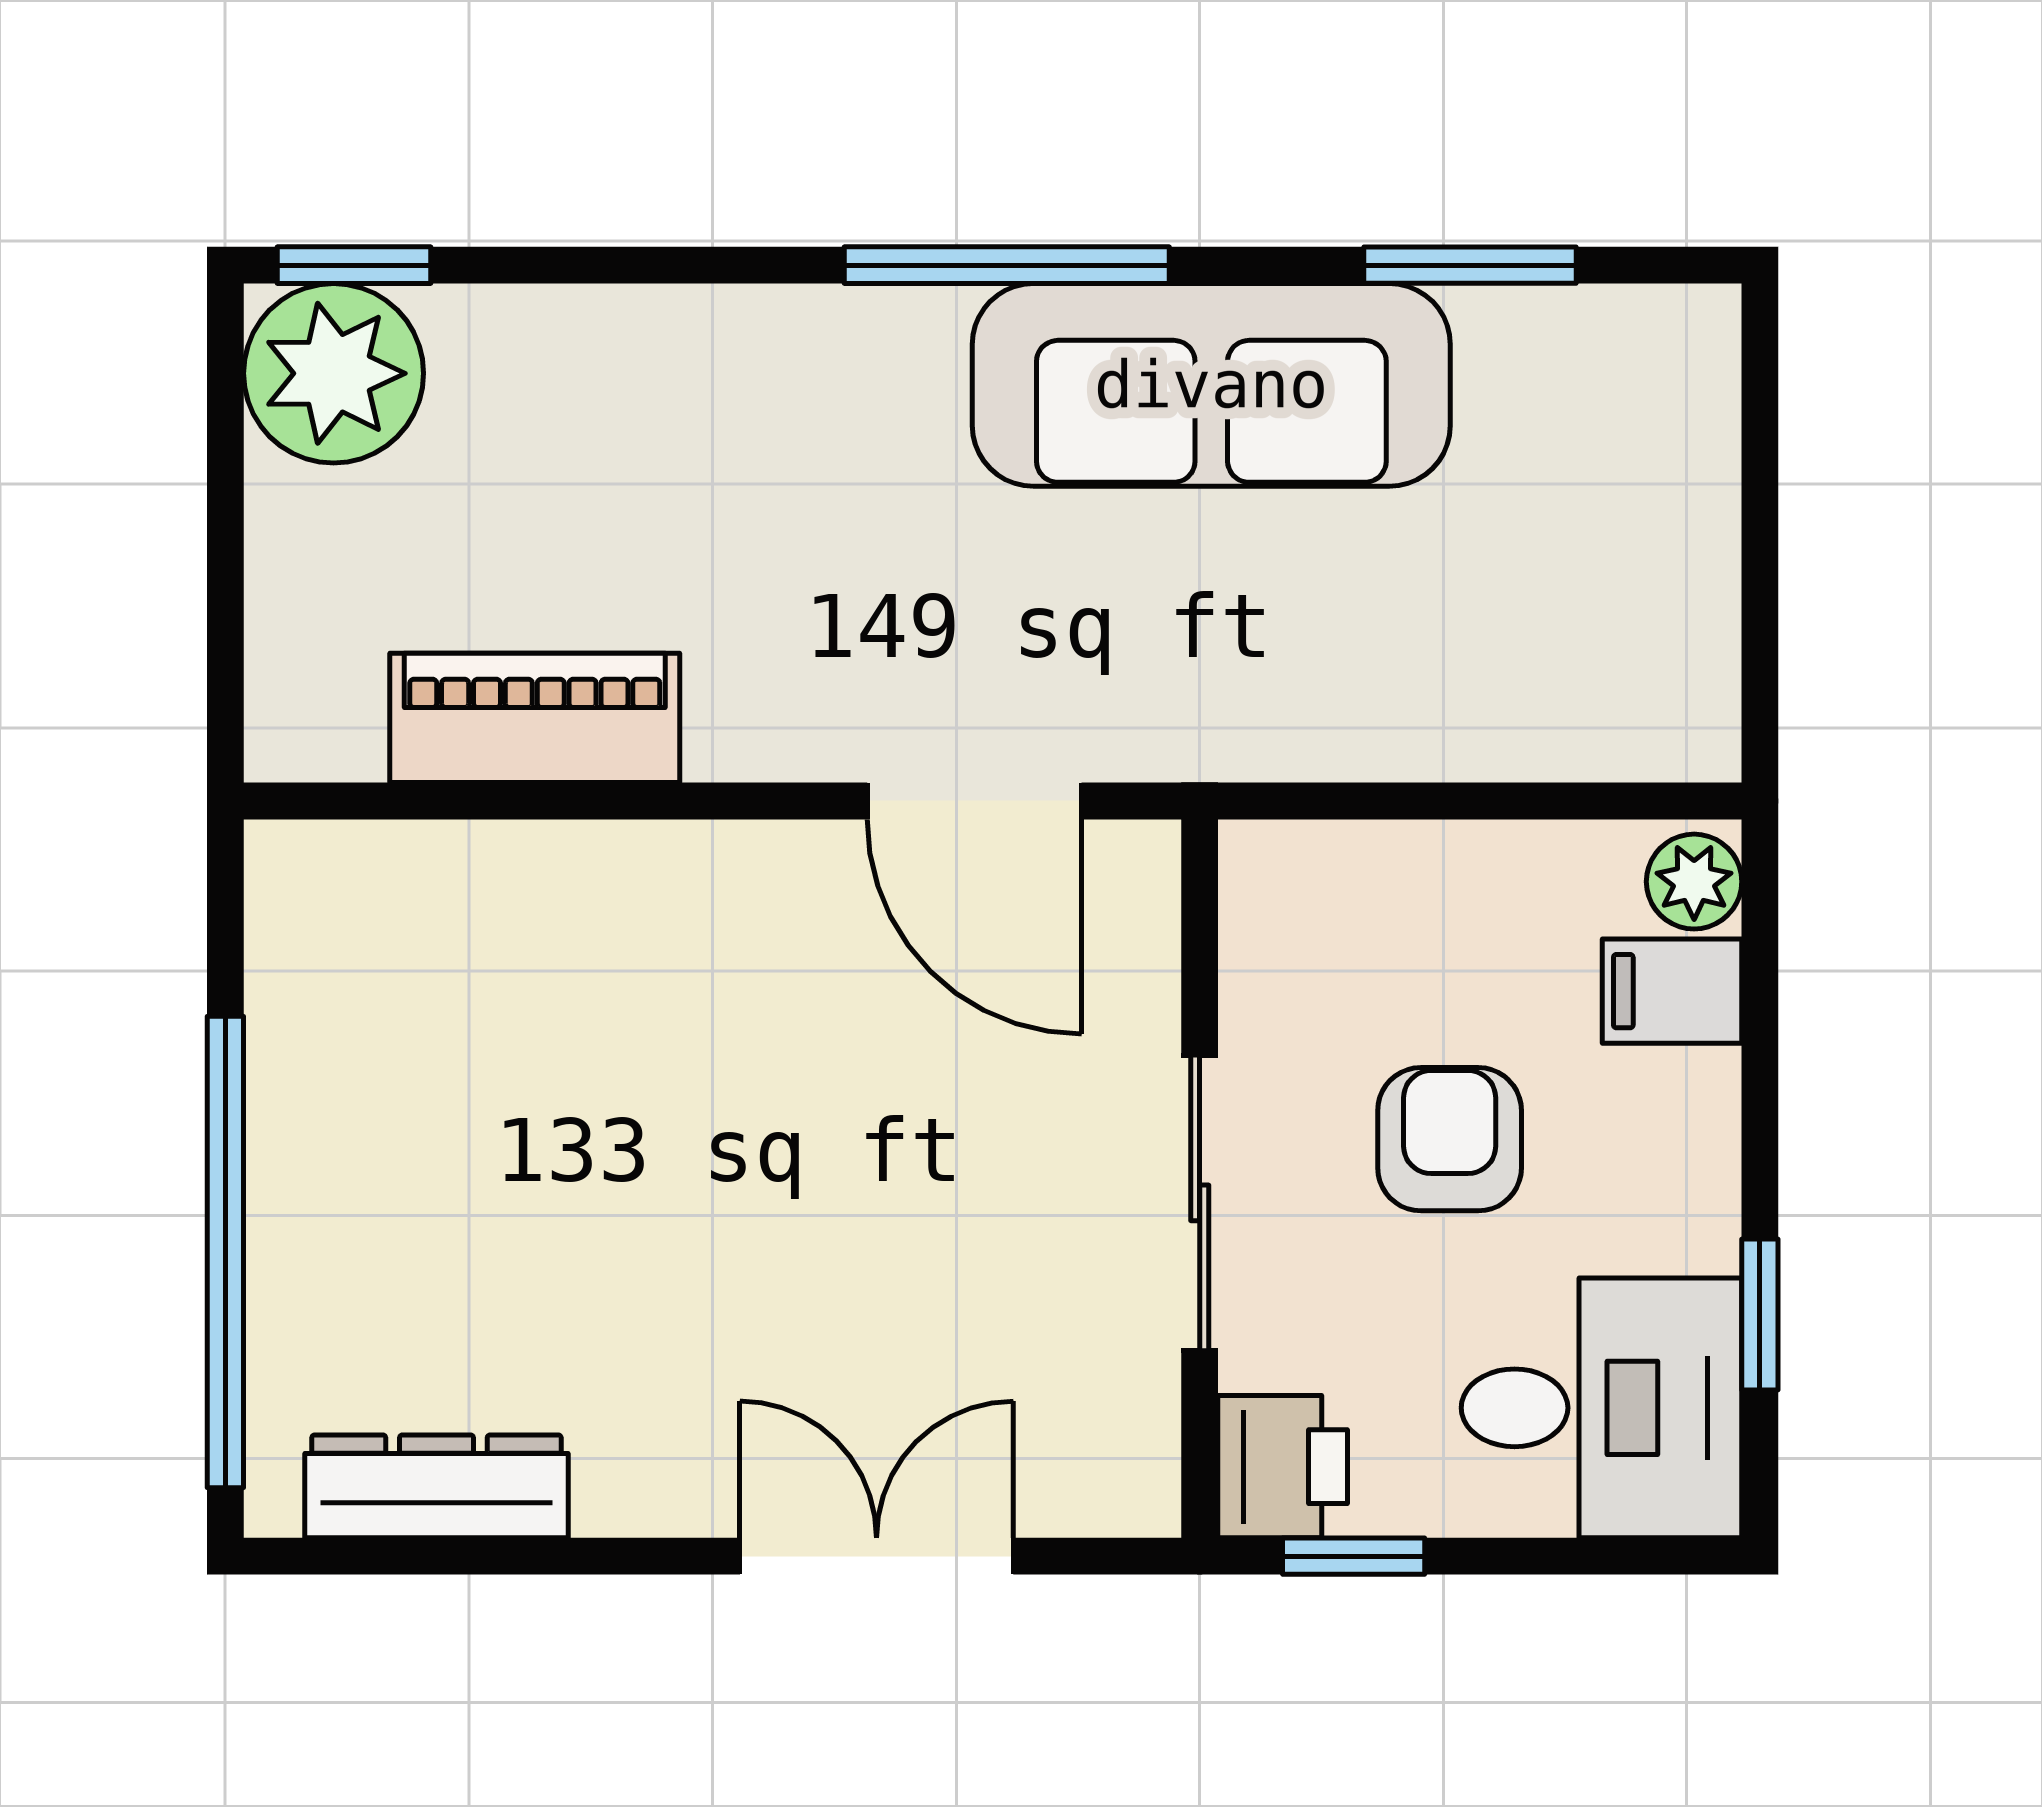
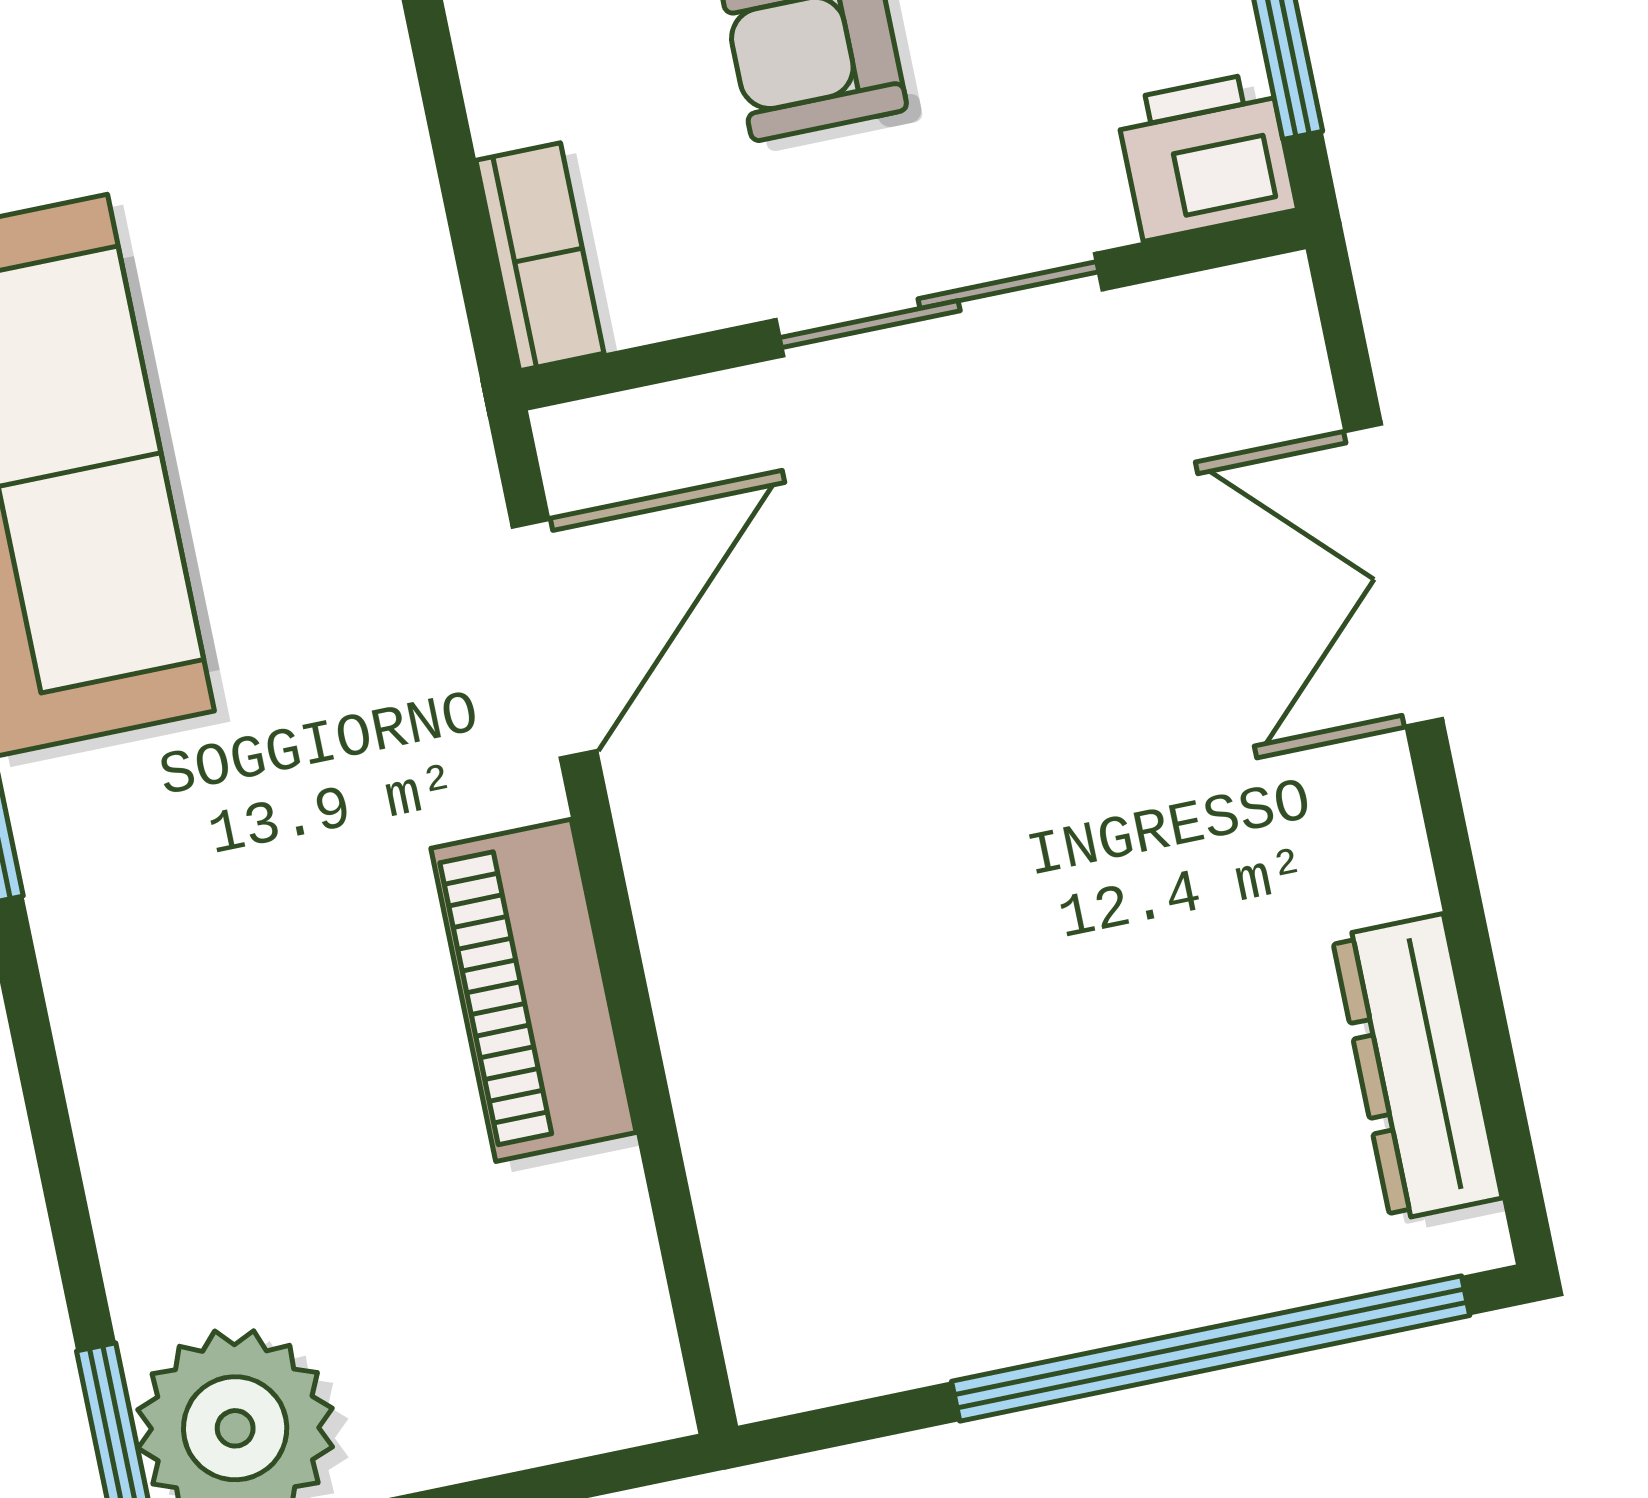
piano: (535, 718) -> (534, 990), moved
bookcase: (1315, 858) -> (540, 257), added

